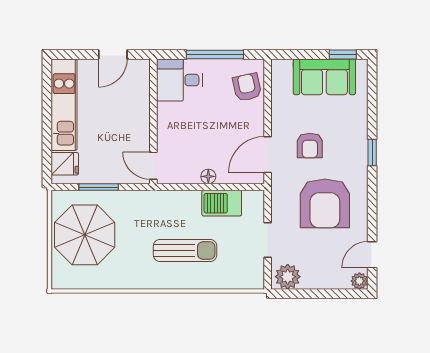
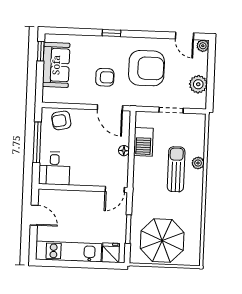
plant: (288, 277) -> (198, 84), moved
plant: (195, 281) -> (198, 163), added

